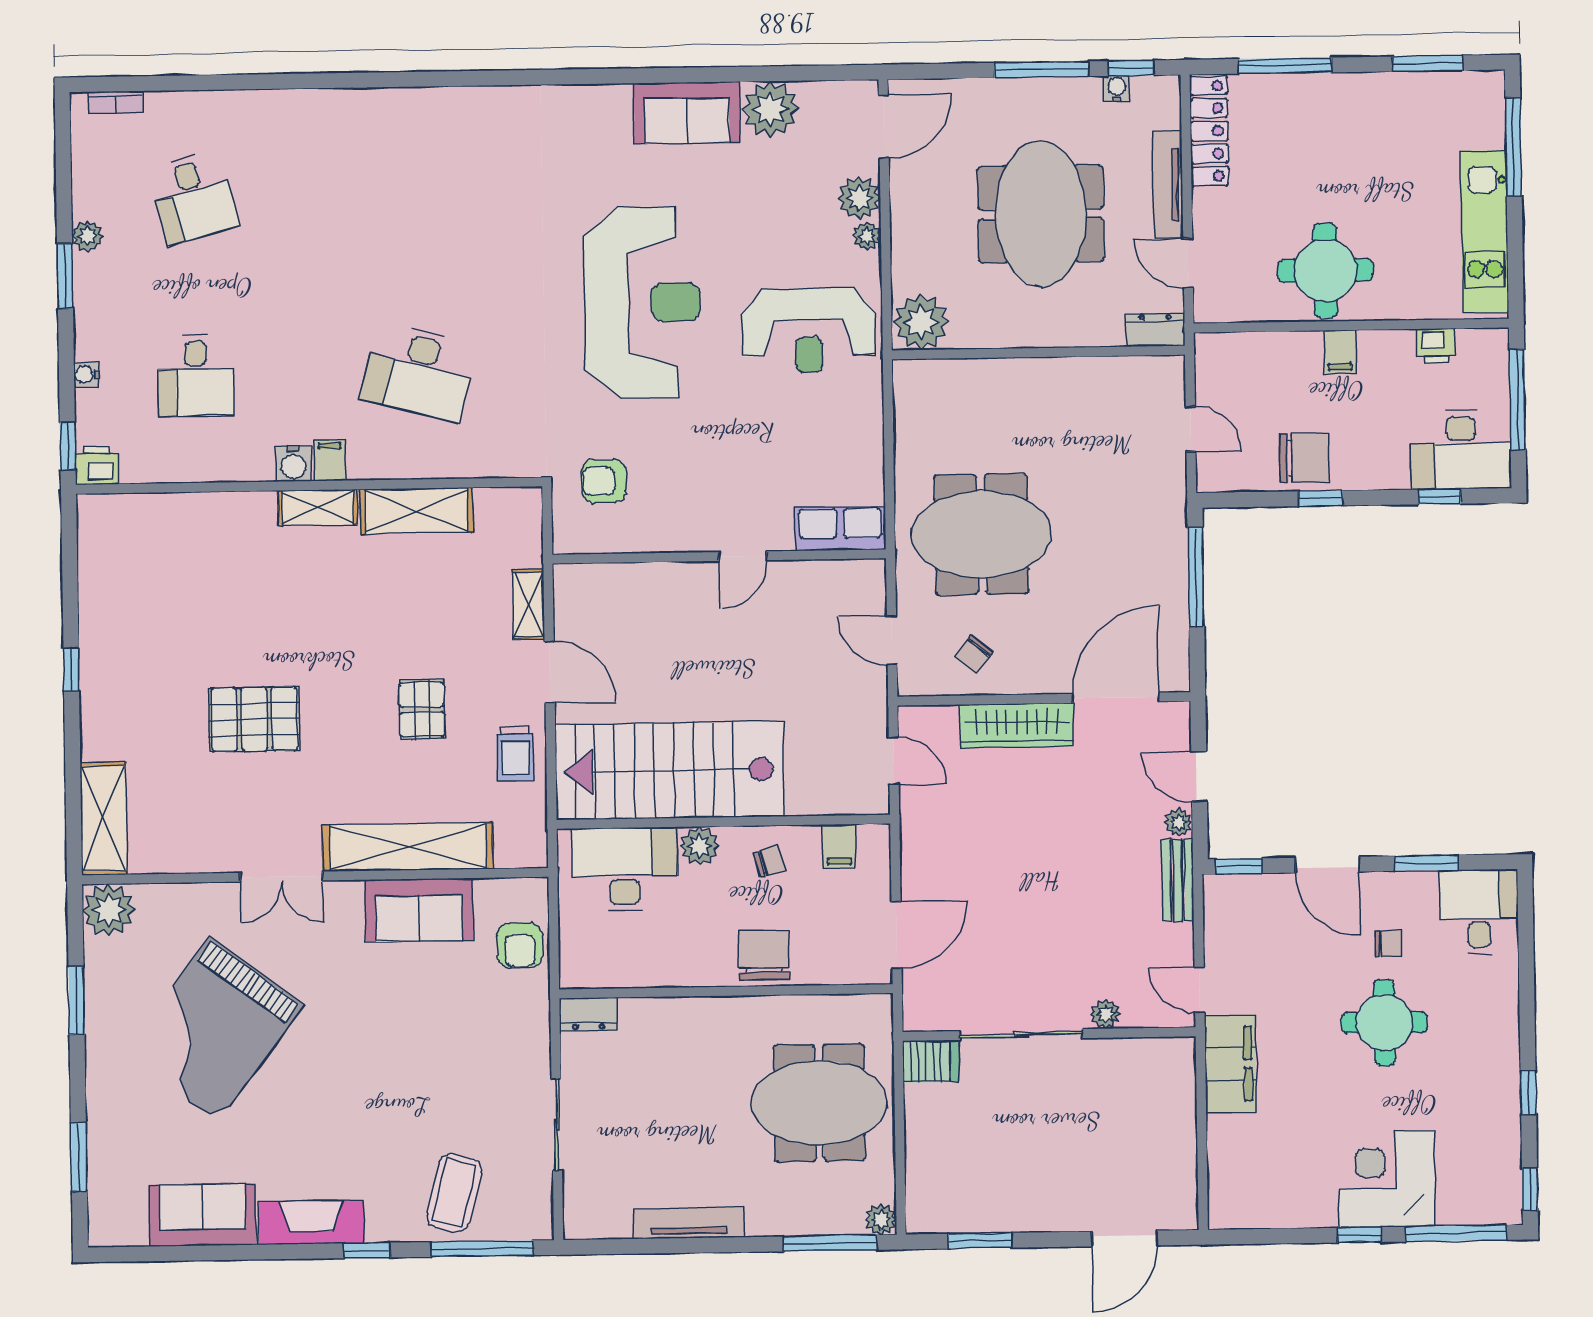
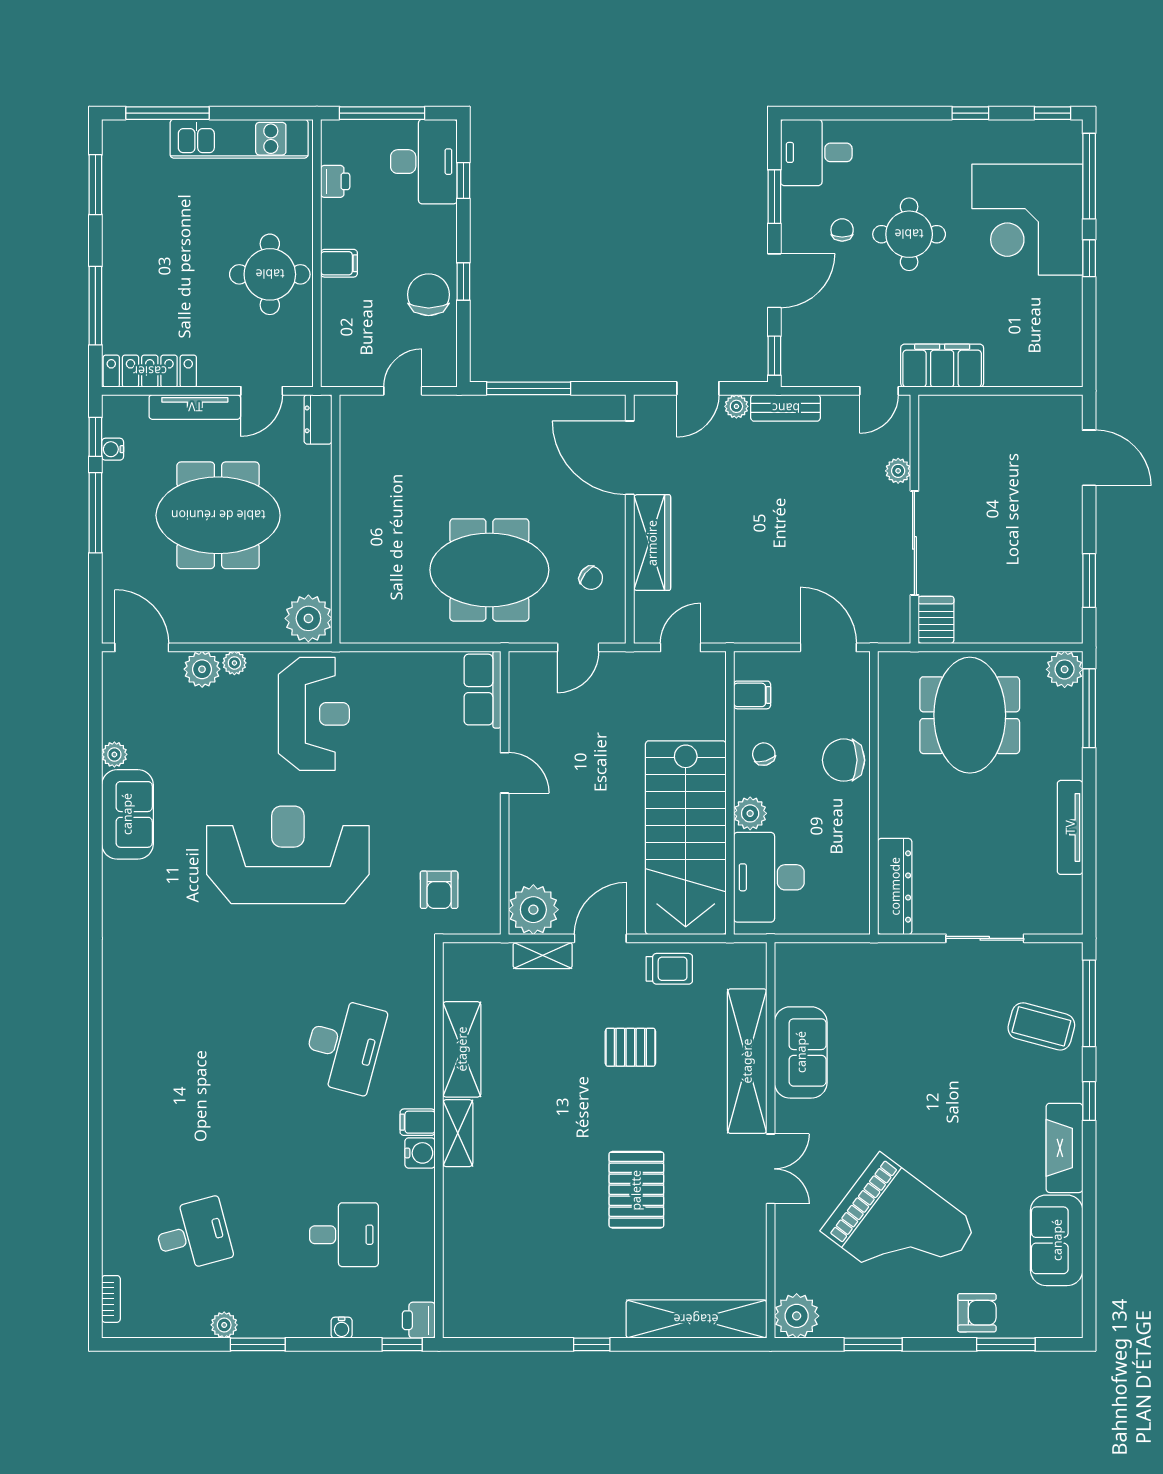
plant: (770, 109) -> (114, 754), width x0.53, depth x0.53
meeting table: (981, 534) -> (489, 570), turned 90
plant: (582, 593) -> (533, 910), added
shelving: (104, 818) -> (696, 1319), width x1.47
armchair: (520, 945) -> (977, 1313), moved
dresser: (588, 1014) -> (895, 886), width x1.96, depth x1.24
corner desk: (1387, 1179) -> (1027, 220), width x1.36, depth x1.36
plant: (881, 1219) -> (1065, 669), width x1.38, depth x1.38

